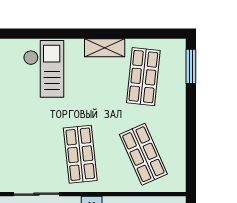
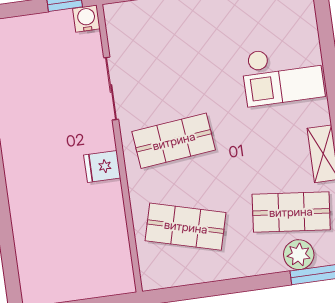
plant: (175, 75) -> (299, 255), added
shop shelf: (143, 154) -> (186, 227), turned 39

